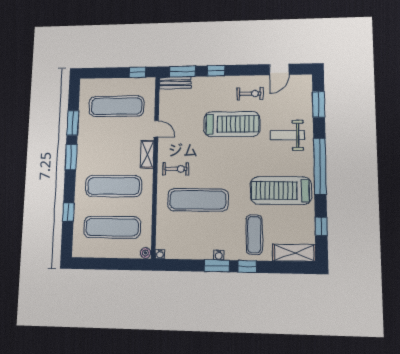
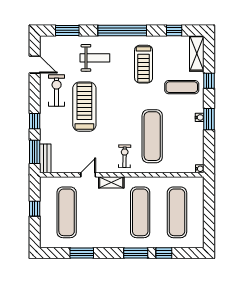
window: (137, 72) -> (35, 209), moved
exercise bike: (250, 94) -> (57, 90), width x1.38, depth x1.39
weight bench: (287, 135) -> (95, 58), turned -90
window: (71, 157) -> (136, 253), moved
treadmill: (281, 191) -> (144, 64), width x0.73, depth x0.73
plant: (145, 253) -> (199, 182), removed
window: (247, 267) -> (209, 81), moved

